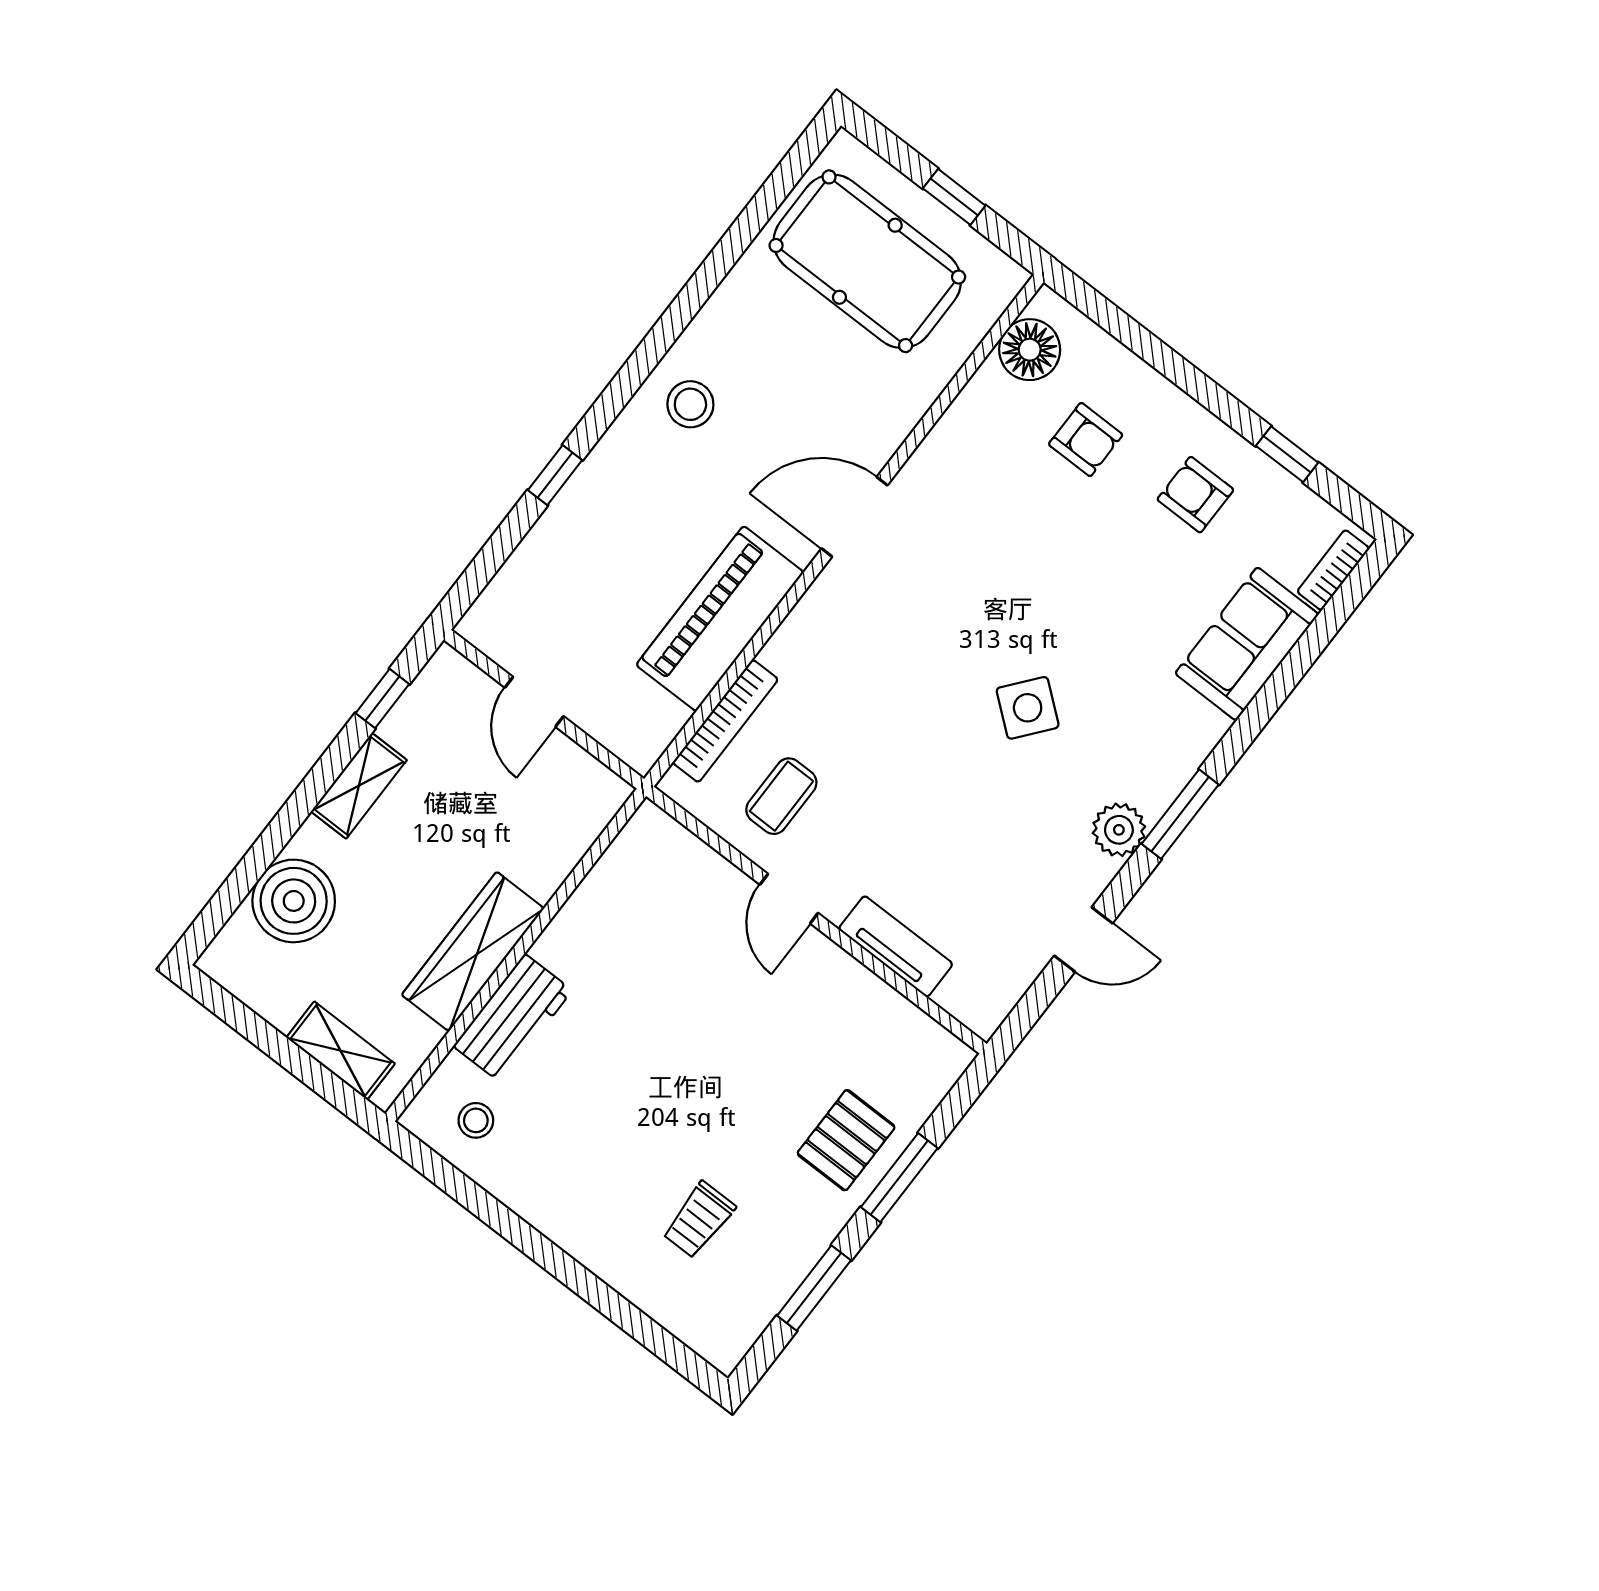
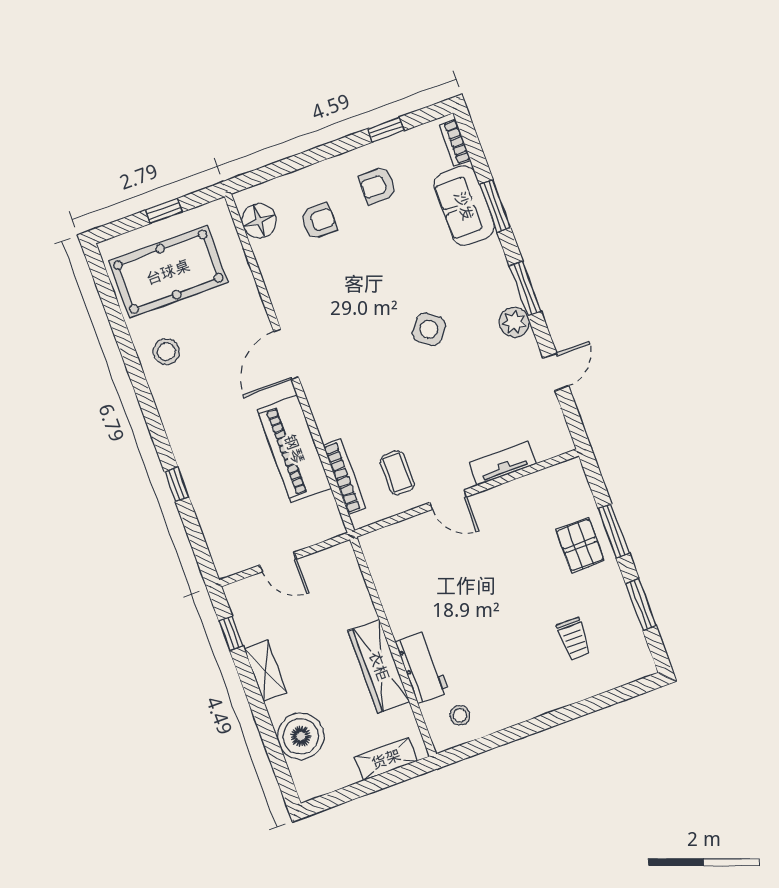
stool: (690, 404) -> (166, 352), moved
window: (1276, 691) -> (495, 206), added

